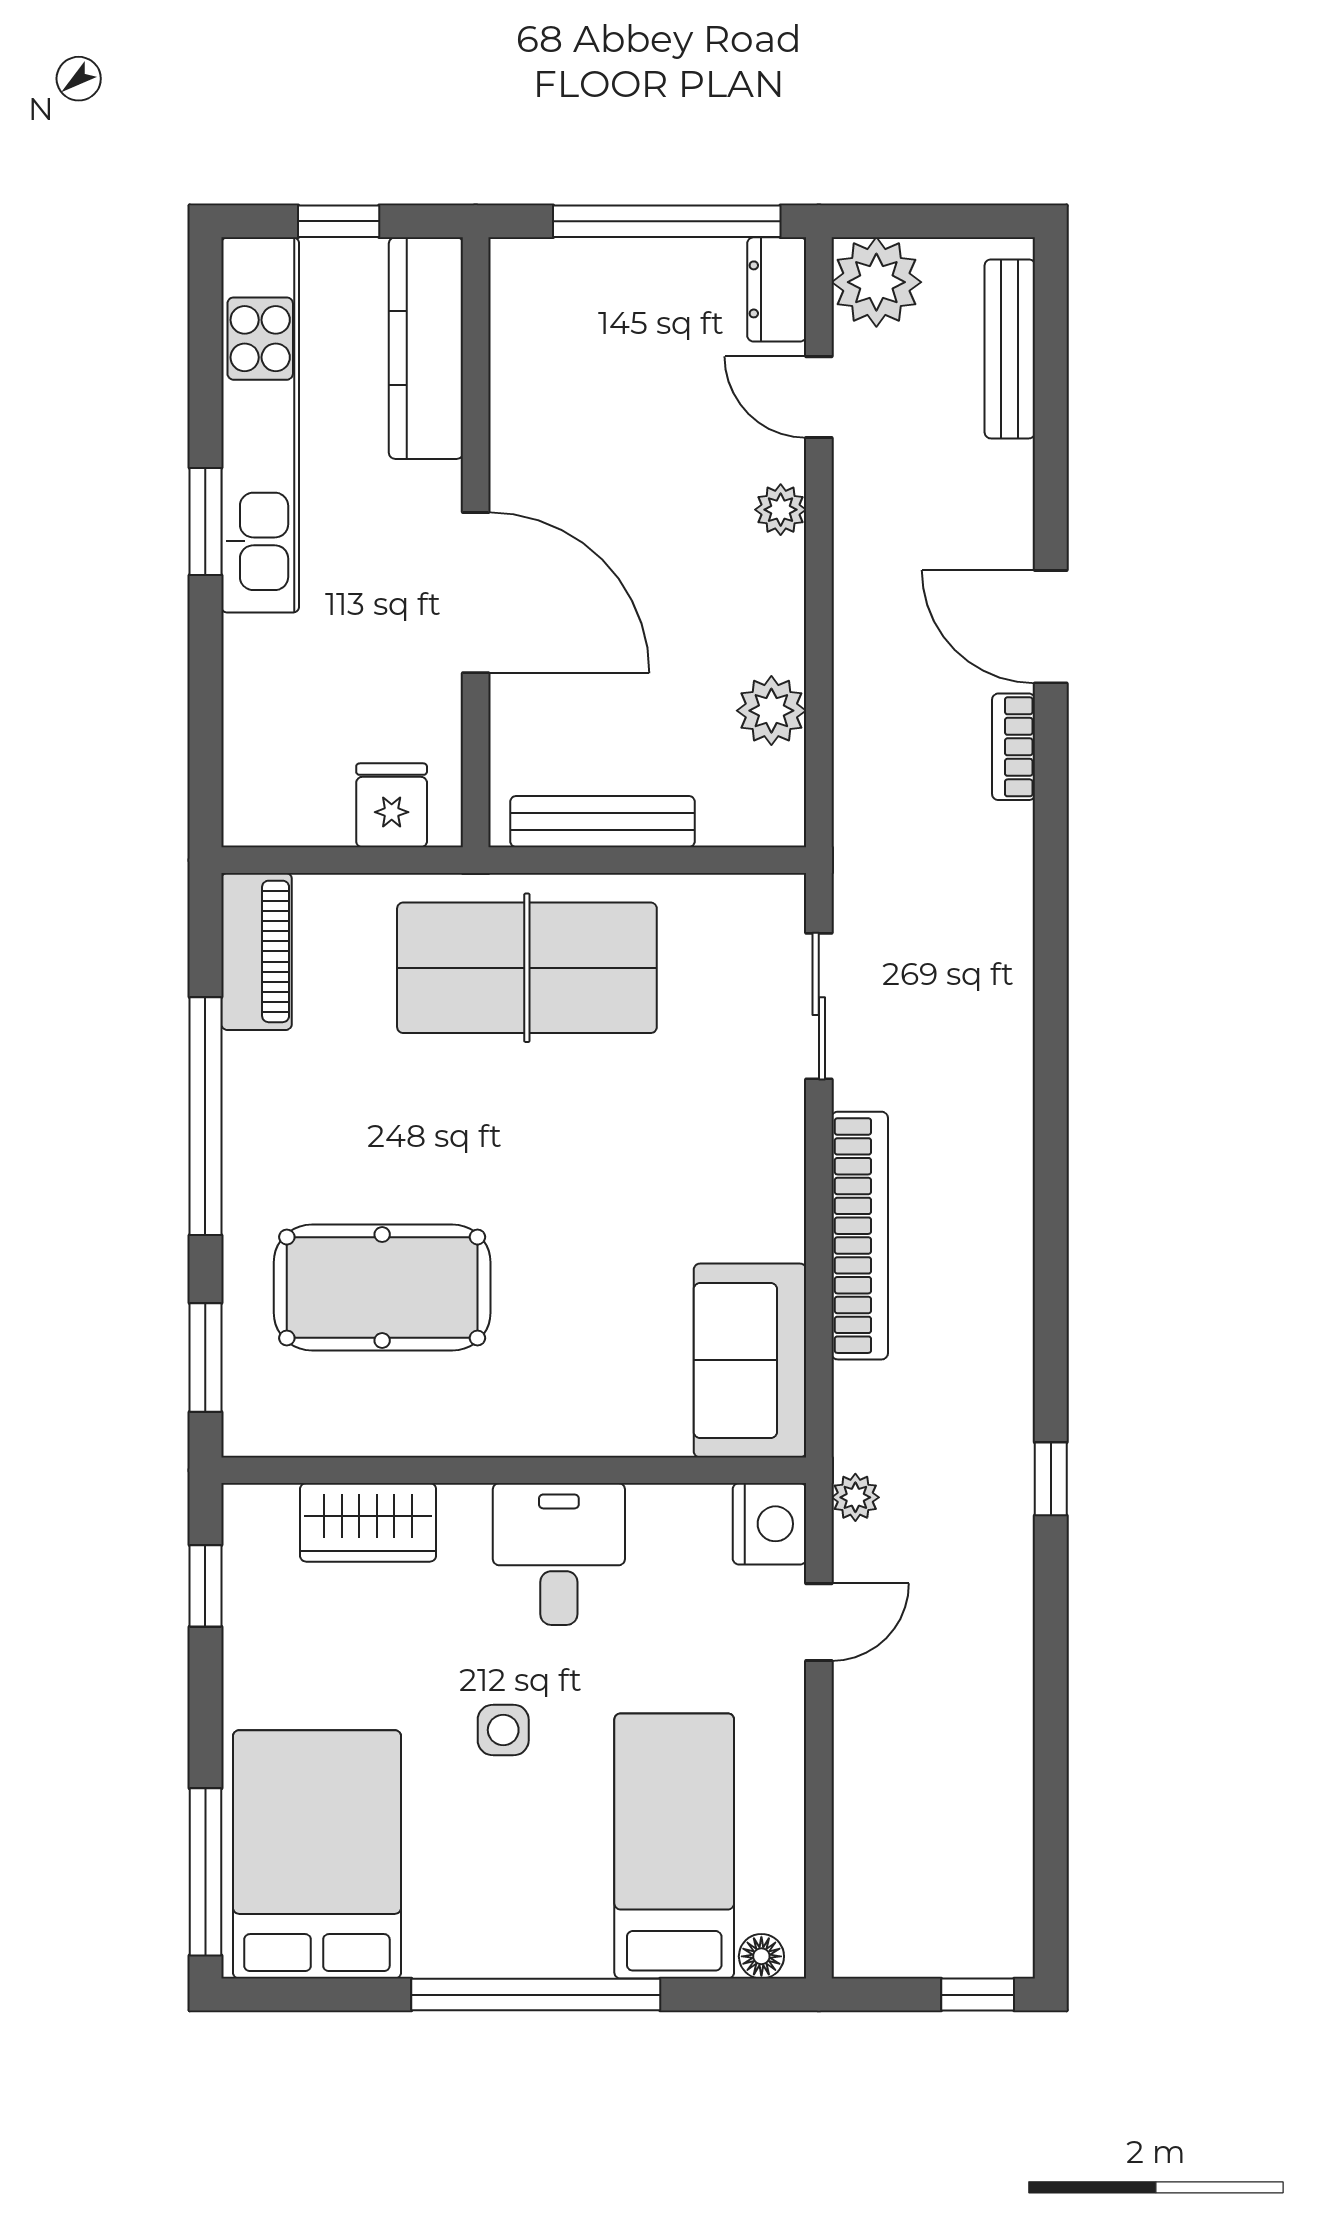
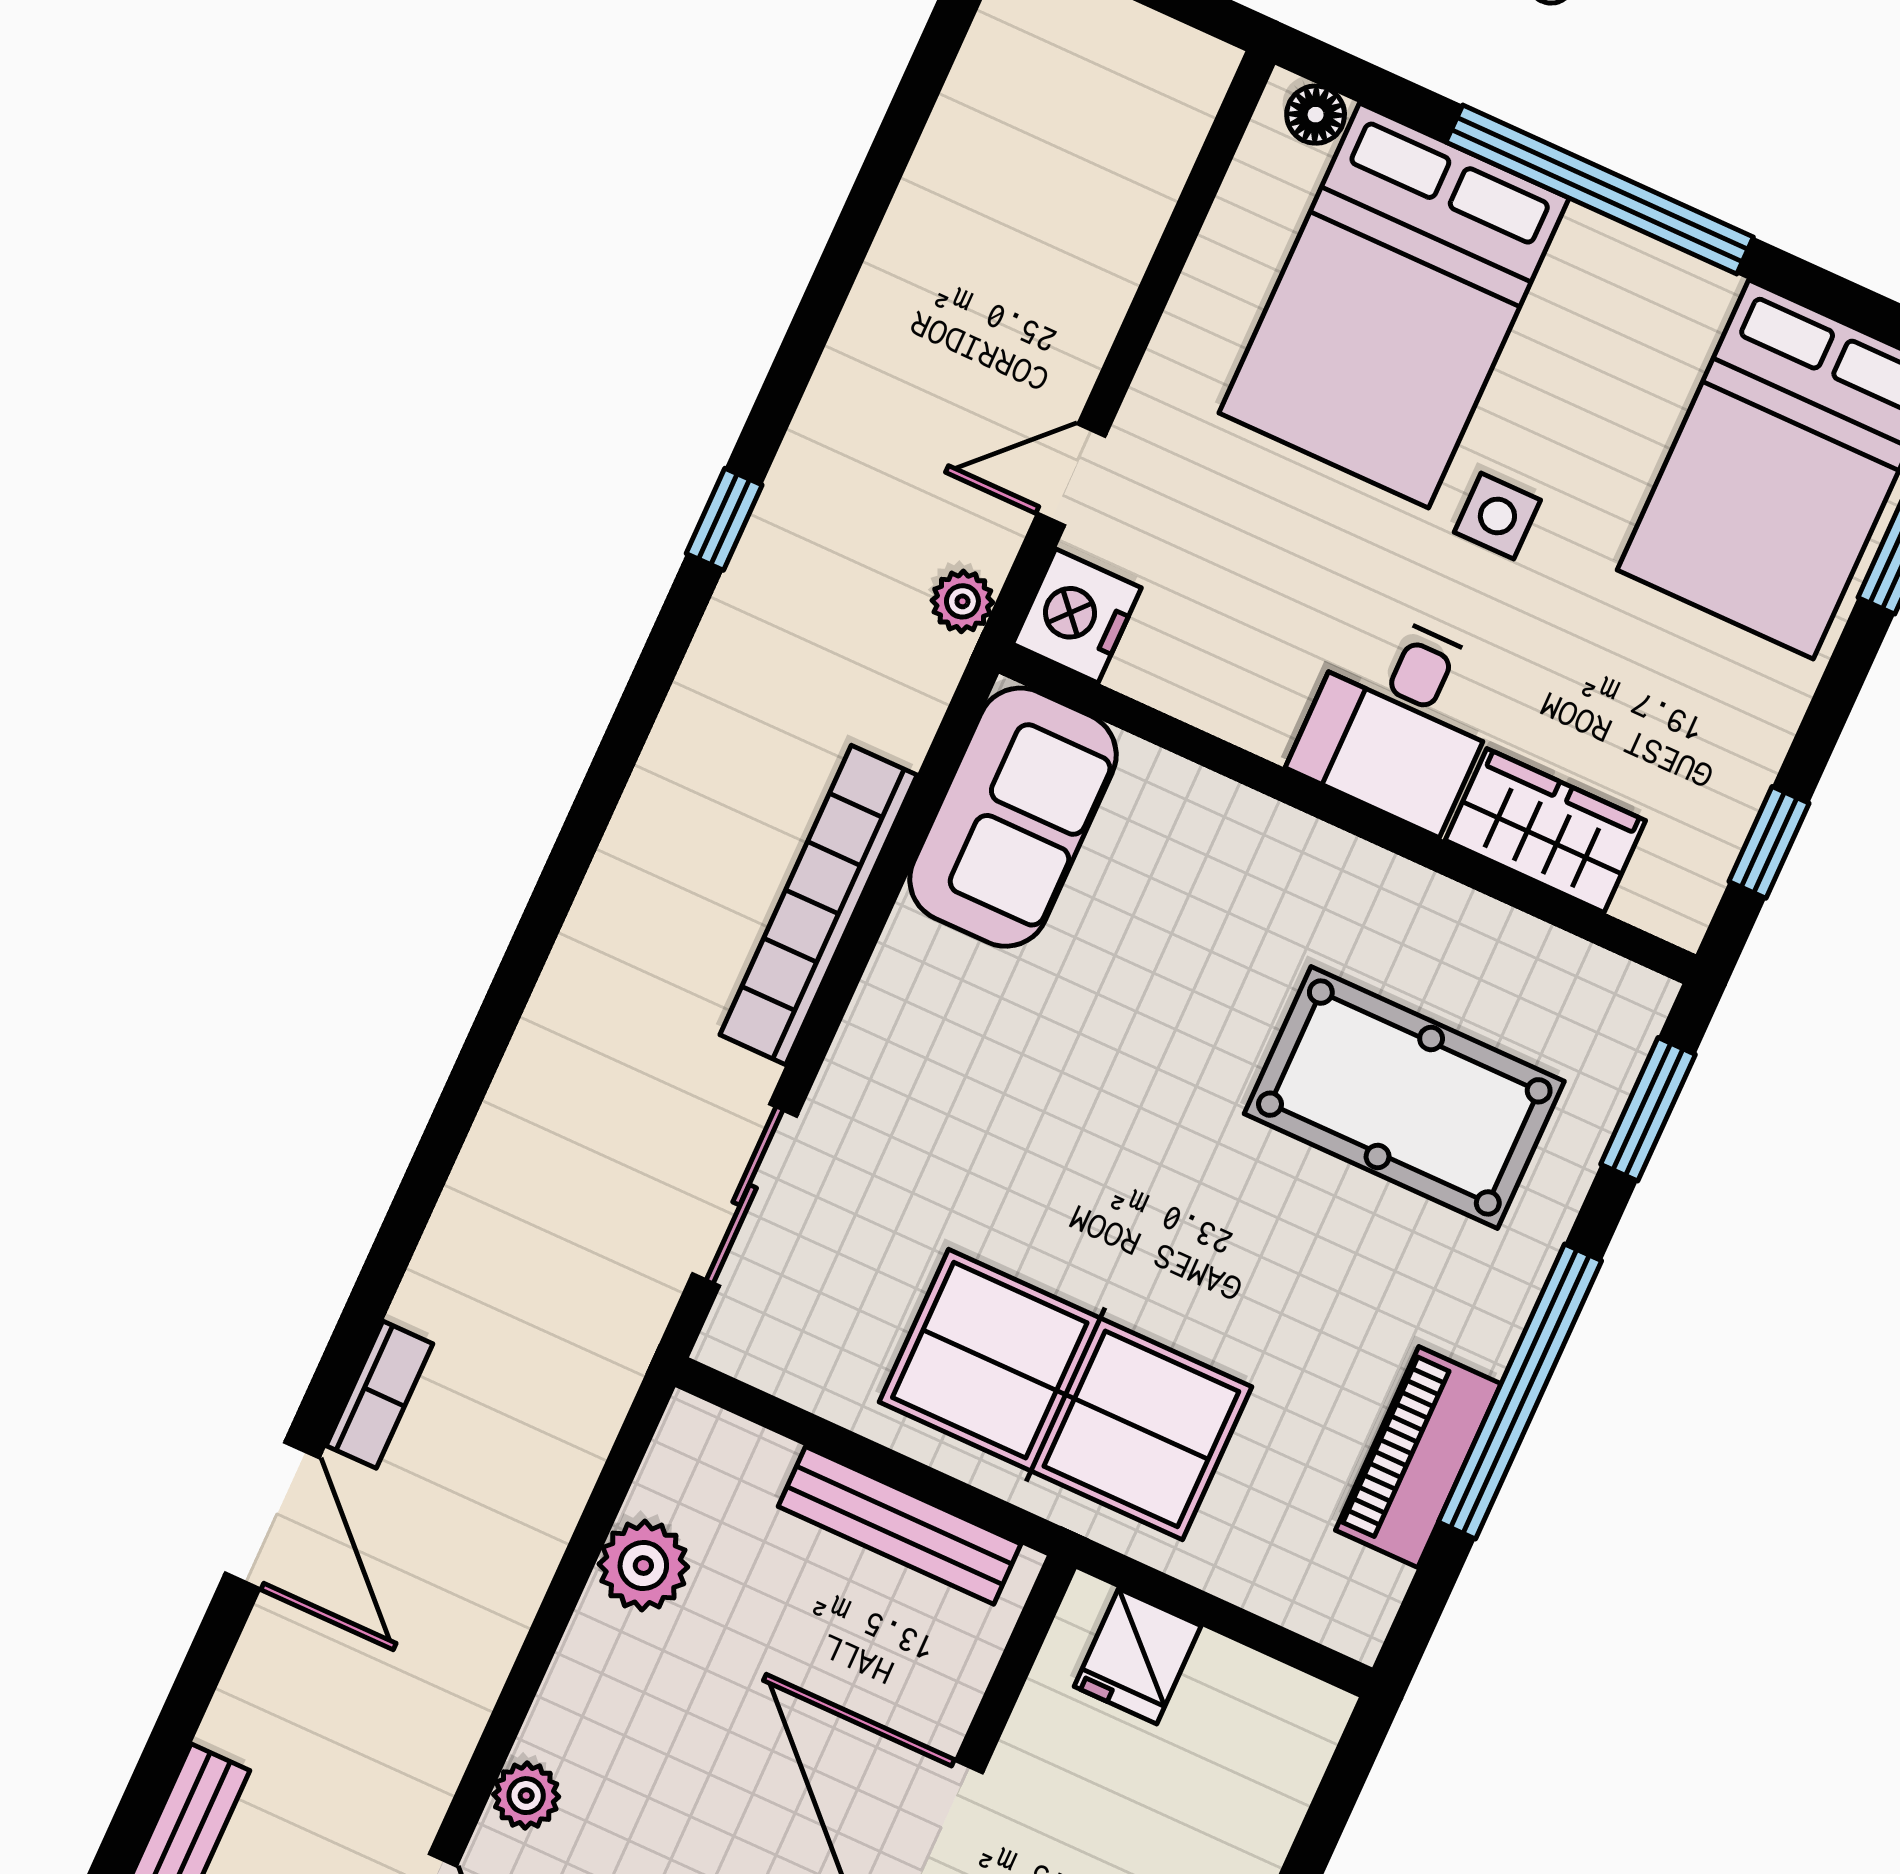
piano: (257, 951) -> (1418, 1457), moved
desk: (559, 1554) -> (1400, 720), moved
bed: (674, 1846) -> (1394, 306), width x1.50

